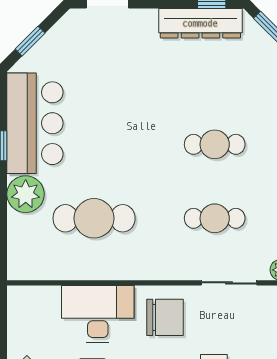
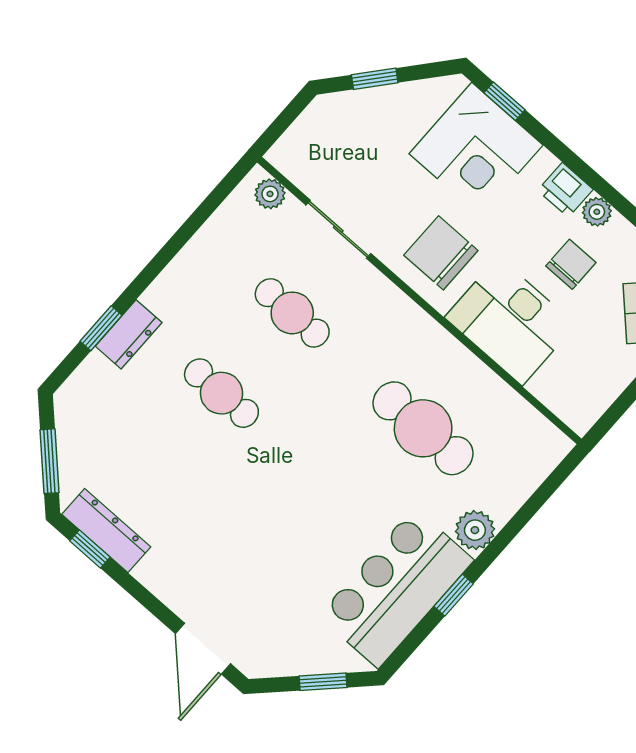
dresser: (200, 23) -> (106, 531), width x0.73, depth x0.80
plant: (26, 194) -> (475, 530), width x0.73, depth x0.73

